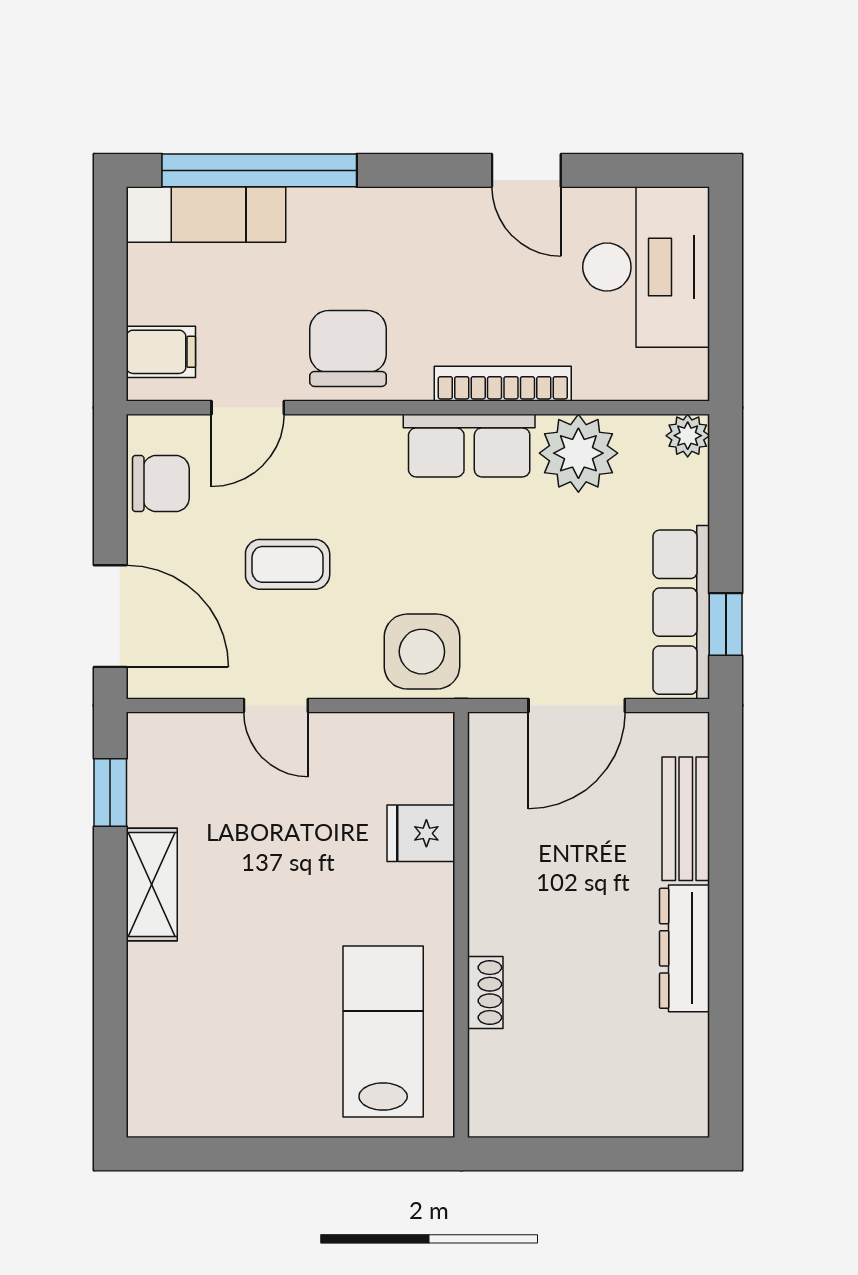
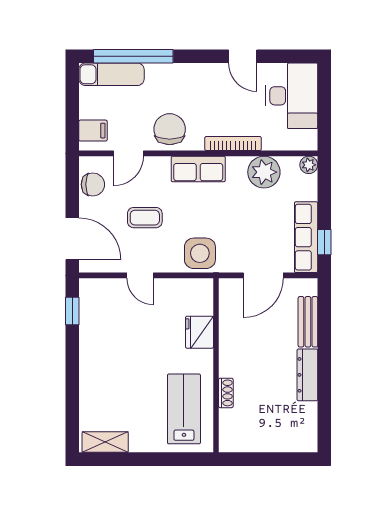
row of seats: (469, 446) -> (198, 169), moved
fridge: (421, 833) -> (199, 332), width x1.38
shelving: (152, 885) -> (105, 442), moved, turned 90

